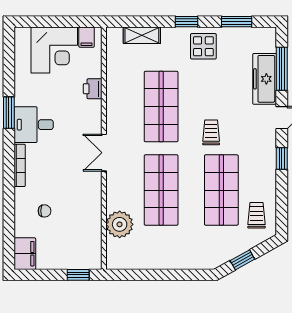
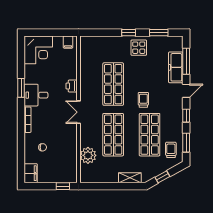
shelving: (142, 35) -> (130, 178), moved
corner desk: (54, 50) -> (38, 50), moved
printer: (93, 89) -> (72, 86), moved
window: (282, 203) -> (186, 143), added

